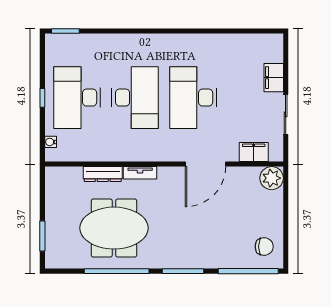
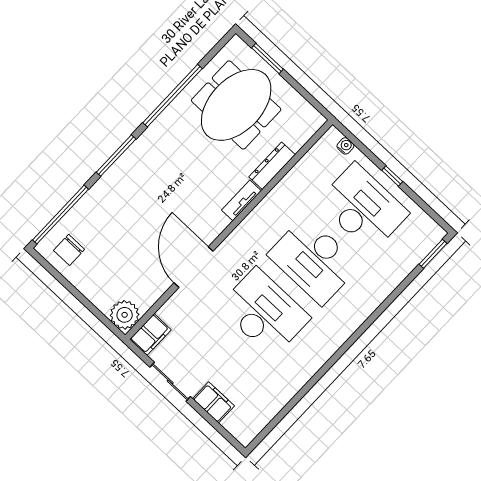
filing cabinet: (254, 152) -> (150, 335), moved
meeting table: (114, 228) -> (236, 105), moved

